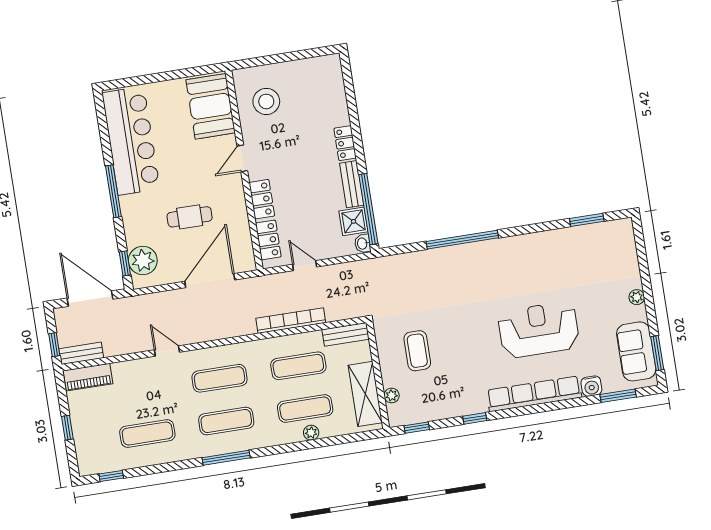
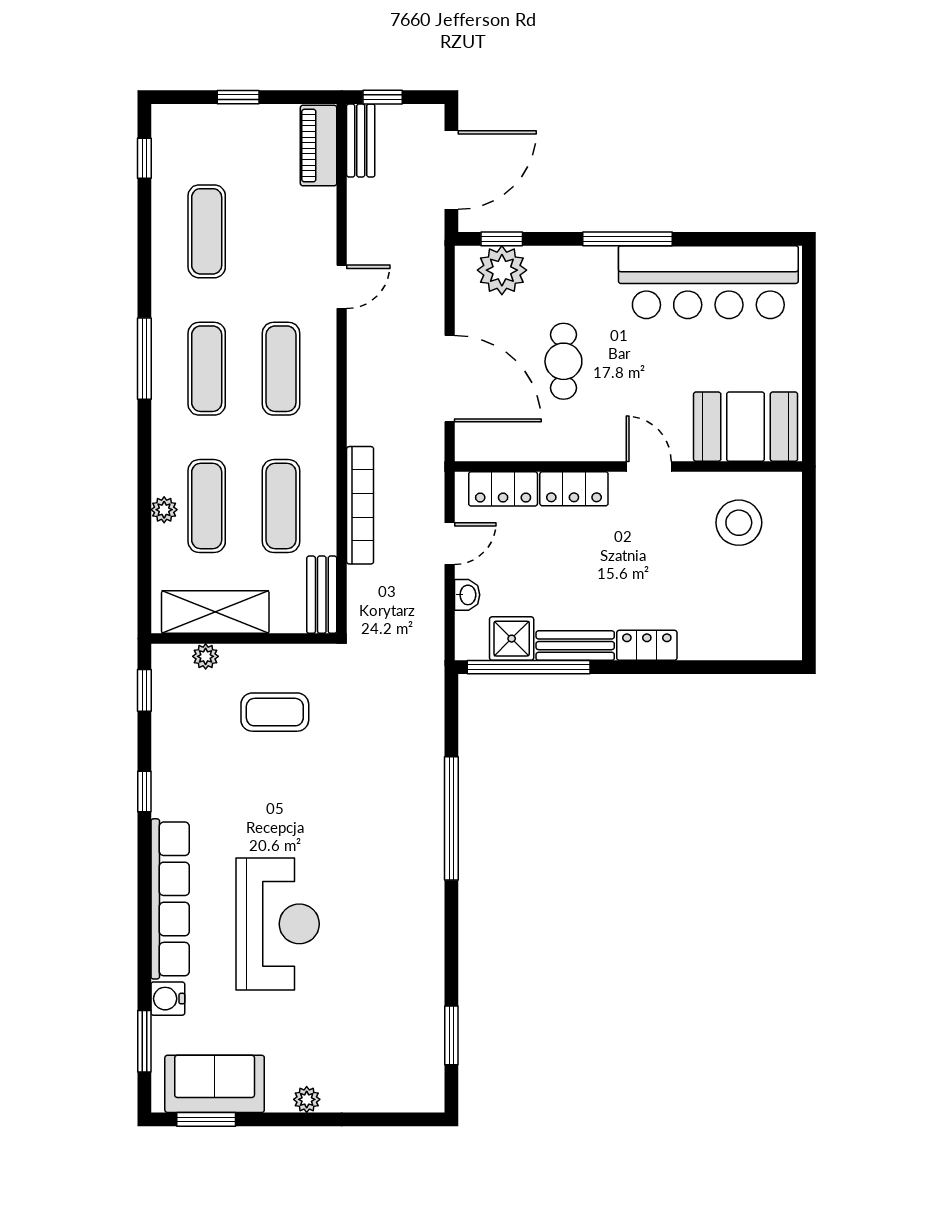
washbasin: (363, 244) -> (467, 595), moved, turned 90

